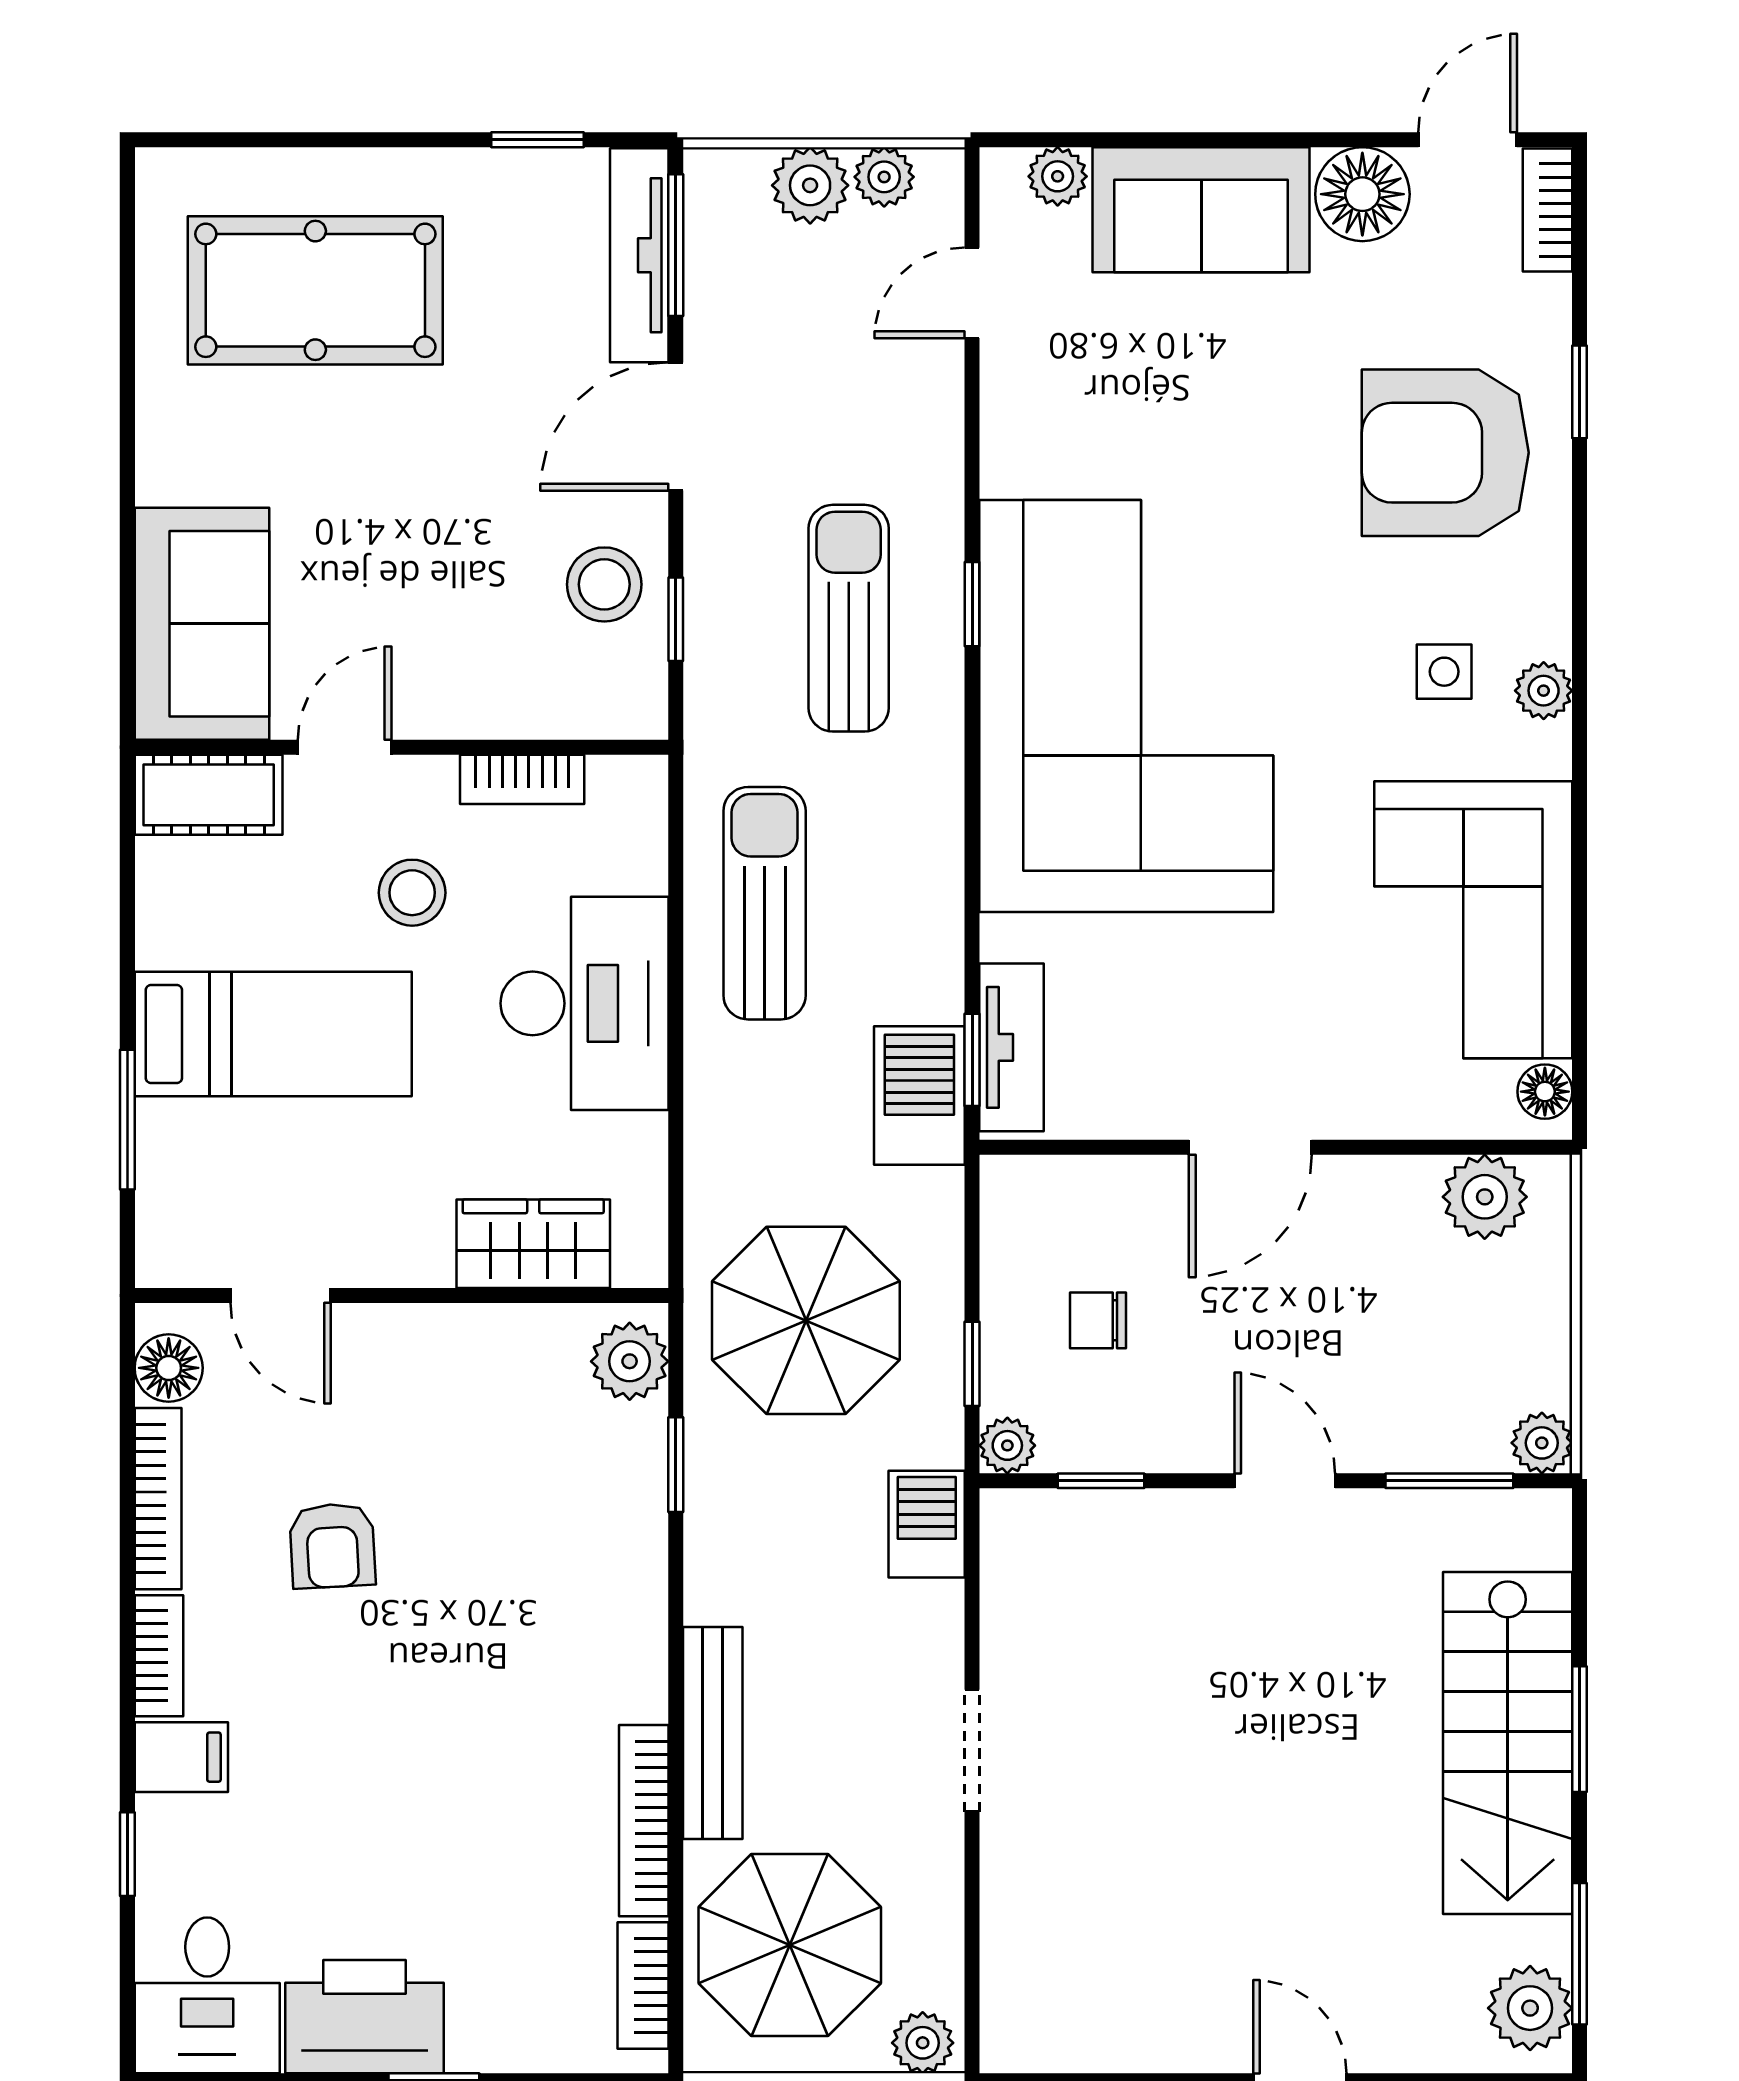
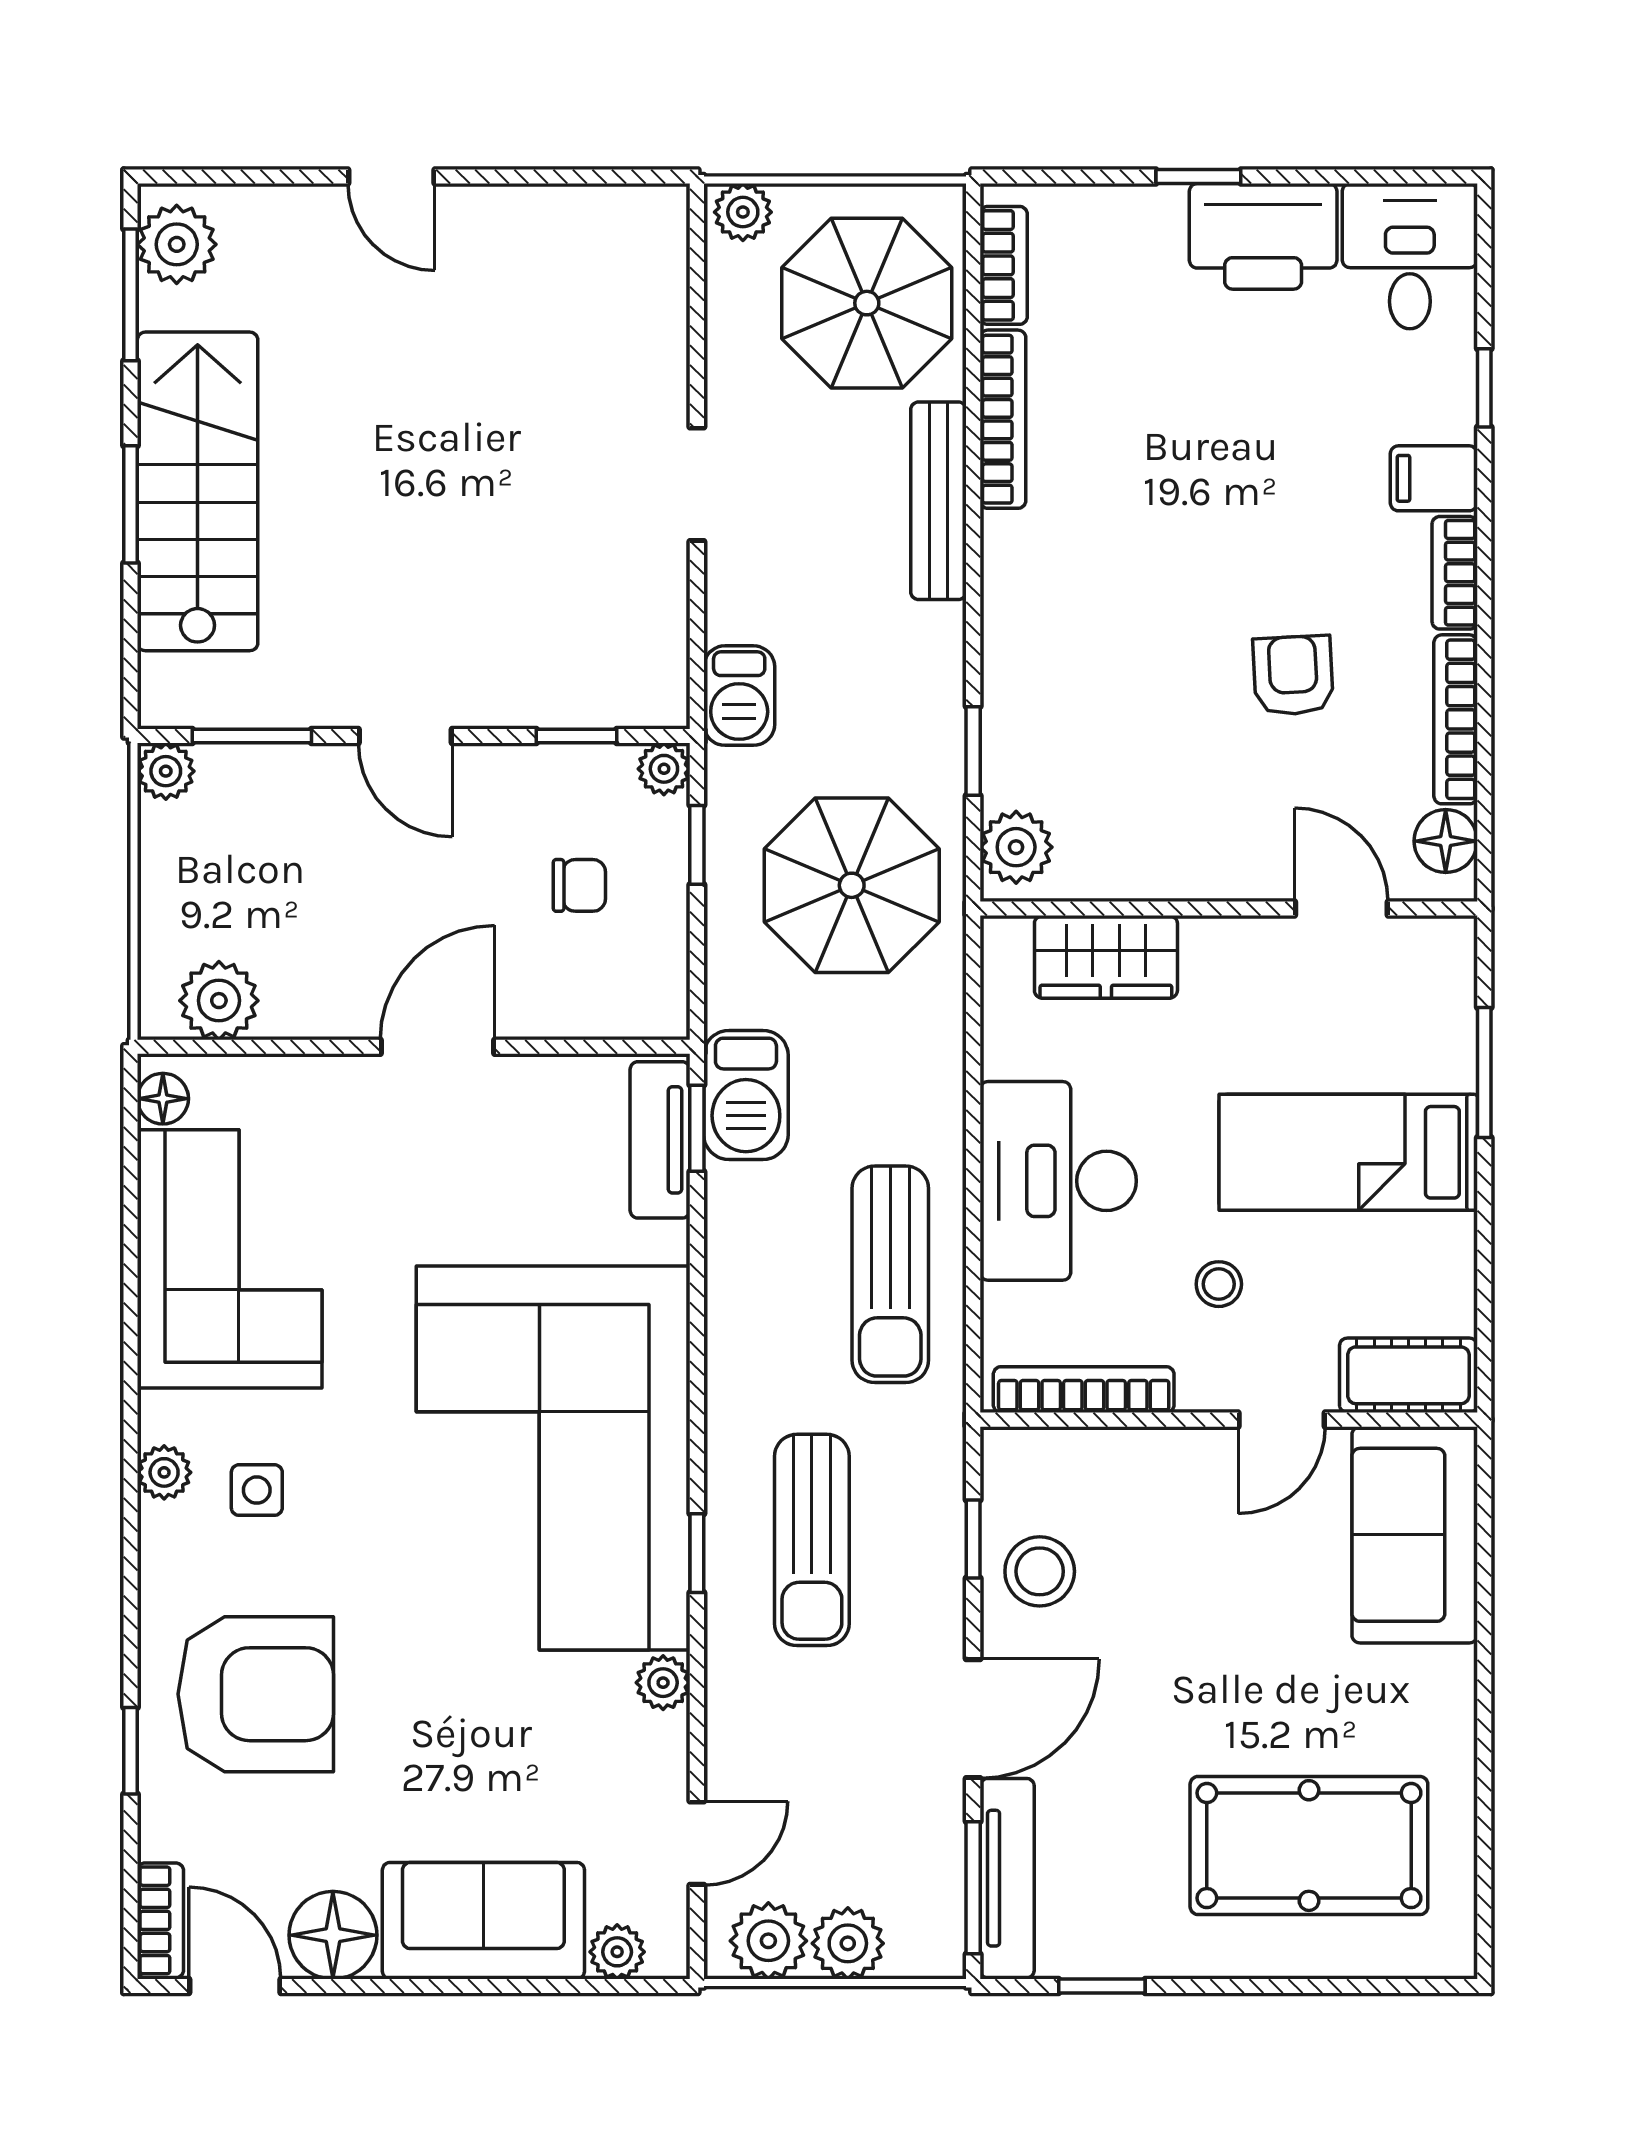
door: (1468, 140) -> (235, 1986), swing flipped
plant: (884, 177) -> (768, 1941), width x1.38, depth x1.38
plant: (1008, 465) -> (663, 1683), added
bookcase: (522, 779) -> (1084, 1390), width x1.56
stool: (412, 893) -> (1219, 1284), width x0.73, depth x0.73

